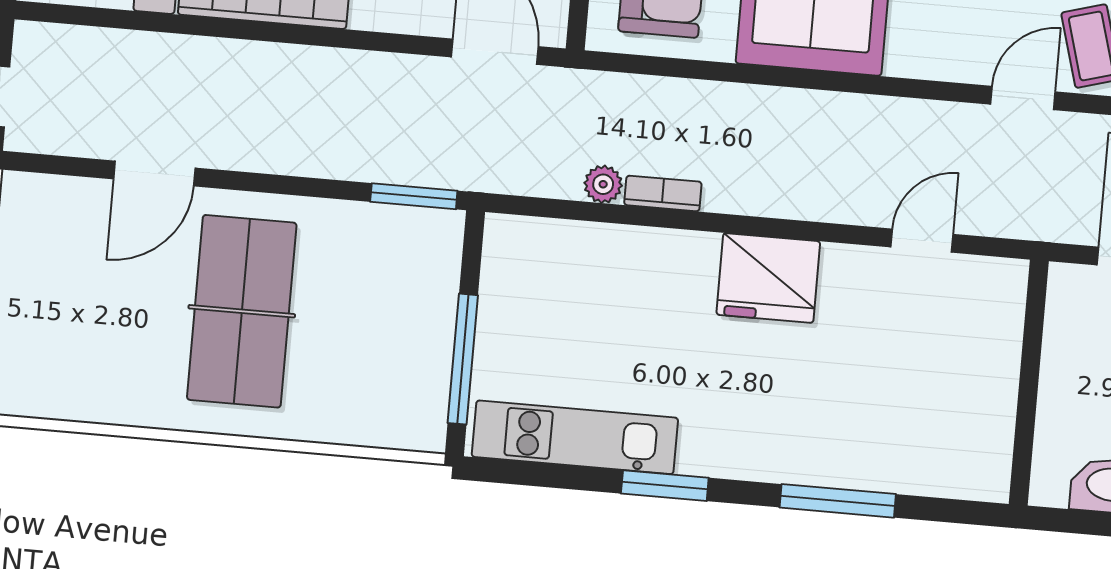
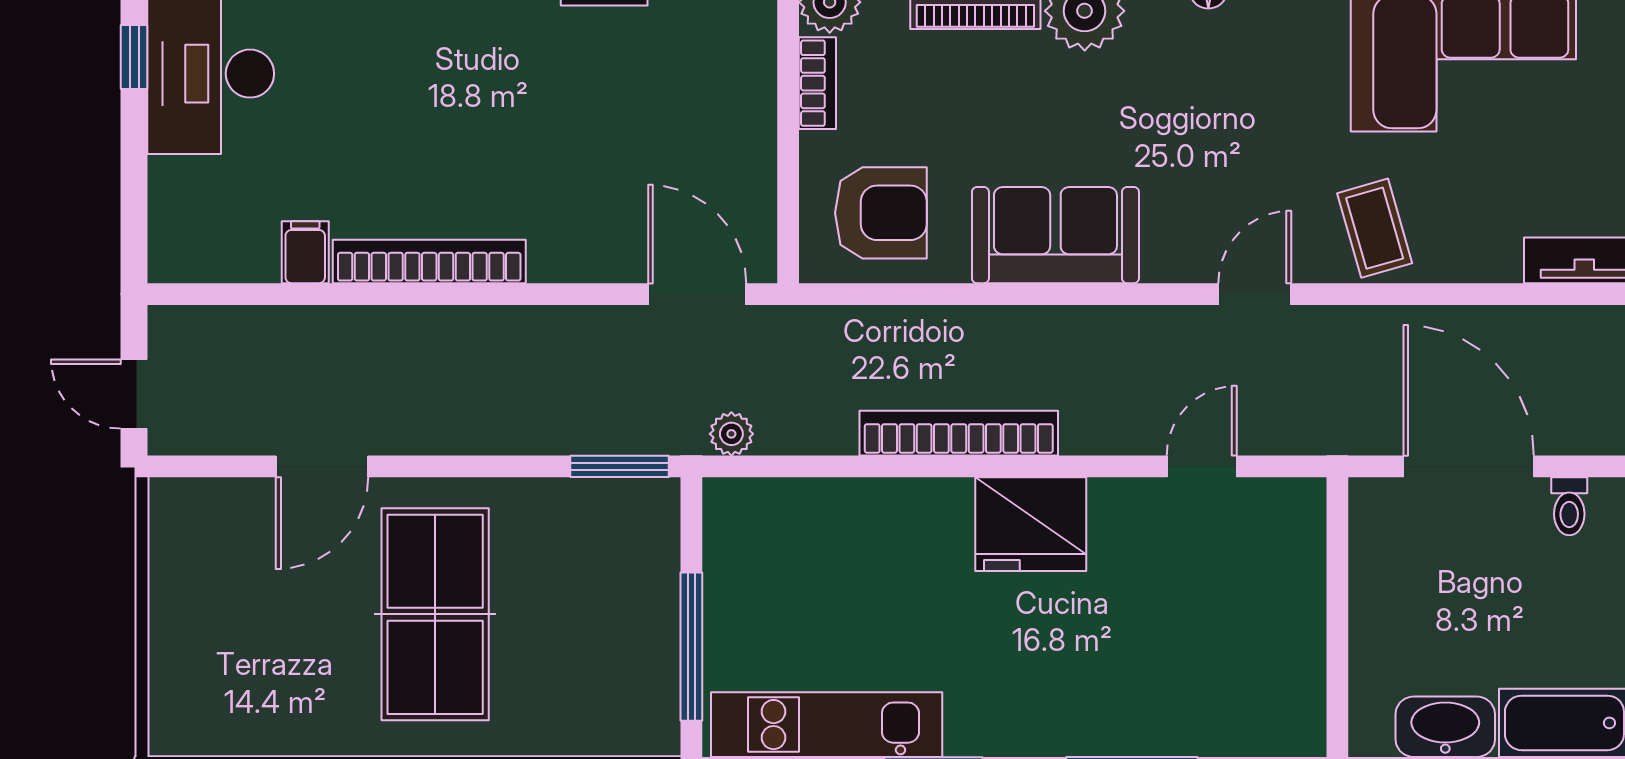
door: (1023, 98) -> (1255, 294), moved
plant: (603, 184) -> (731, 434), moved
bookcase: (663, 193) -> (959, 433), width x2.31, depth x1.31

